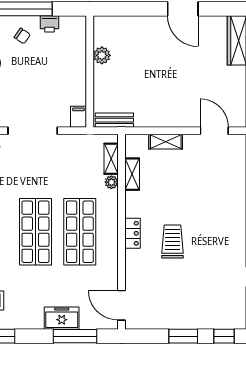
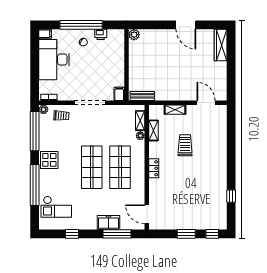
plant: (102, 55) -> (134, 35), moved
trolley: (172, 241) -> (185, 145), moved

